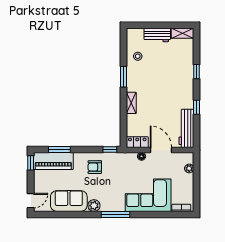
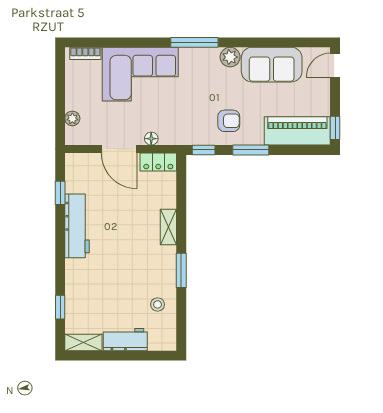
window: (197, 72) -> (60, 307), moved
window: (197, 107) -> (60, 193), moved
workbench: (186, 128) -> (77, 226), moved
window: (59, 149) -> (251, 150), moved

